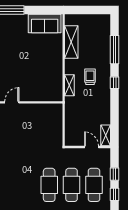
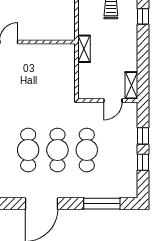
shelving: (69, 85) -> (84, 49), moved
door: (92, 147) -> (113, 100), swing flipped
cafe table: (94, 185) -> (28, 150), moved

